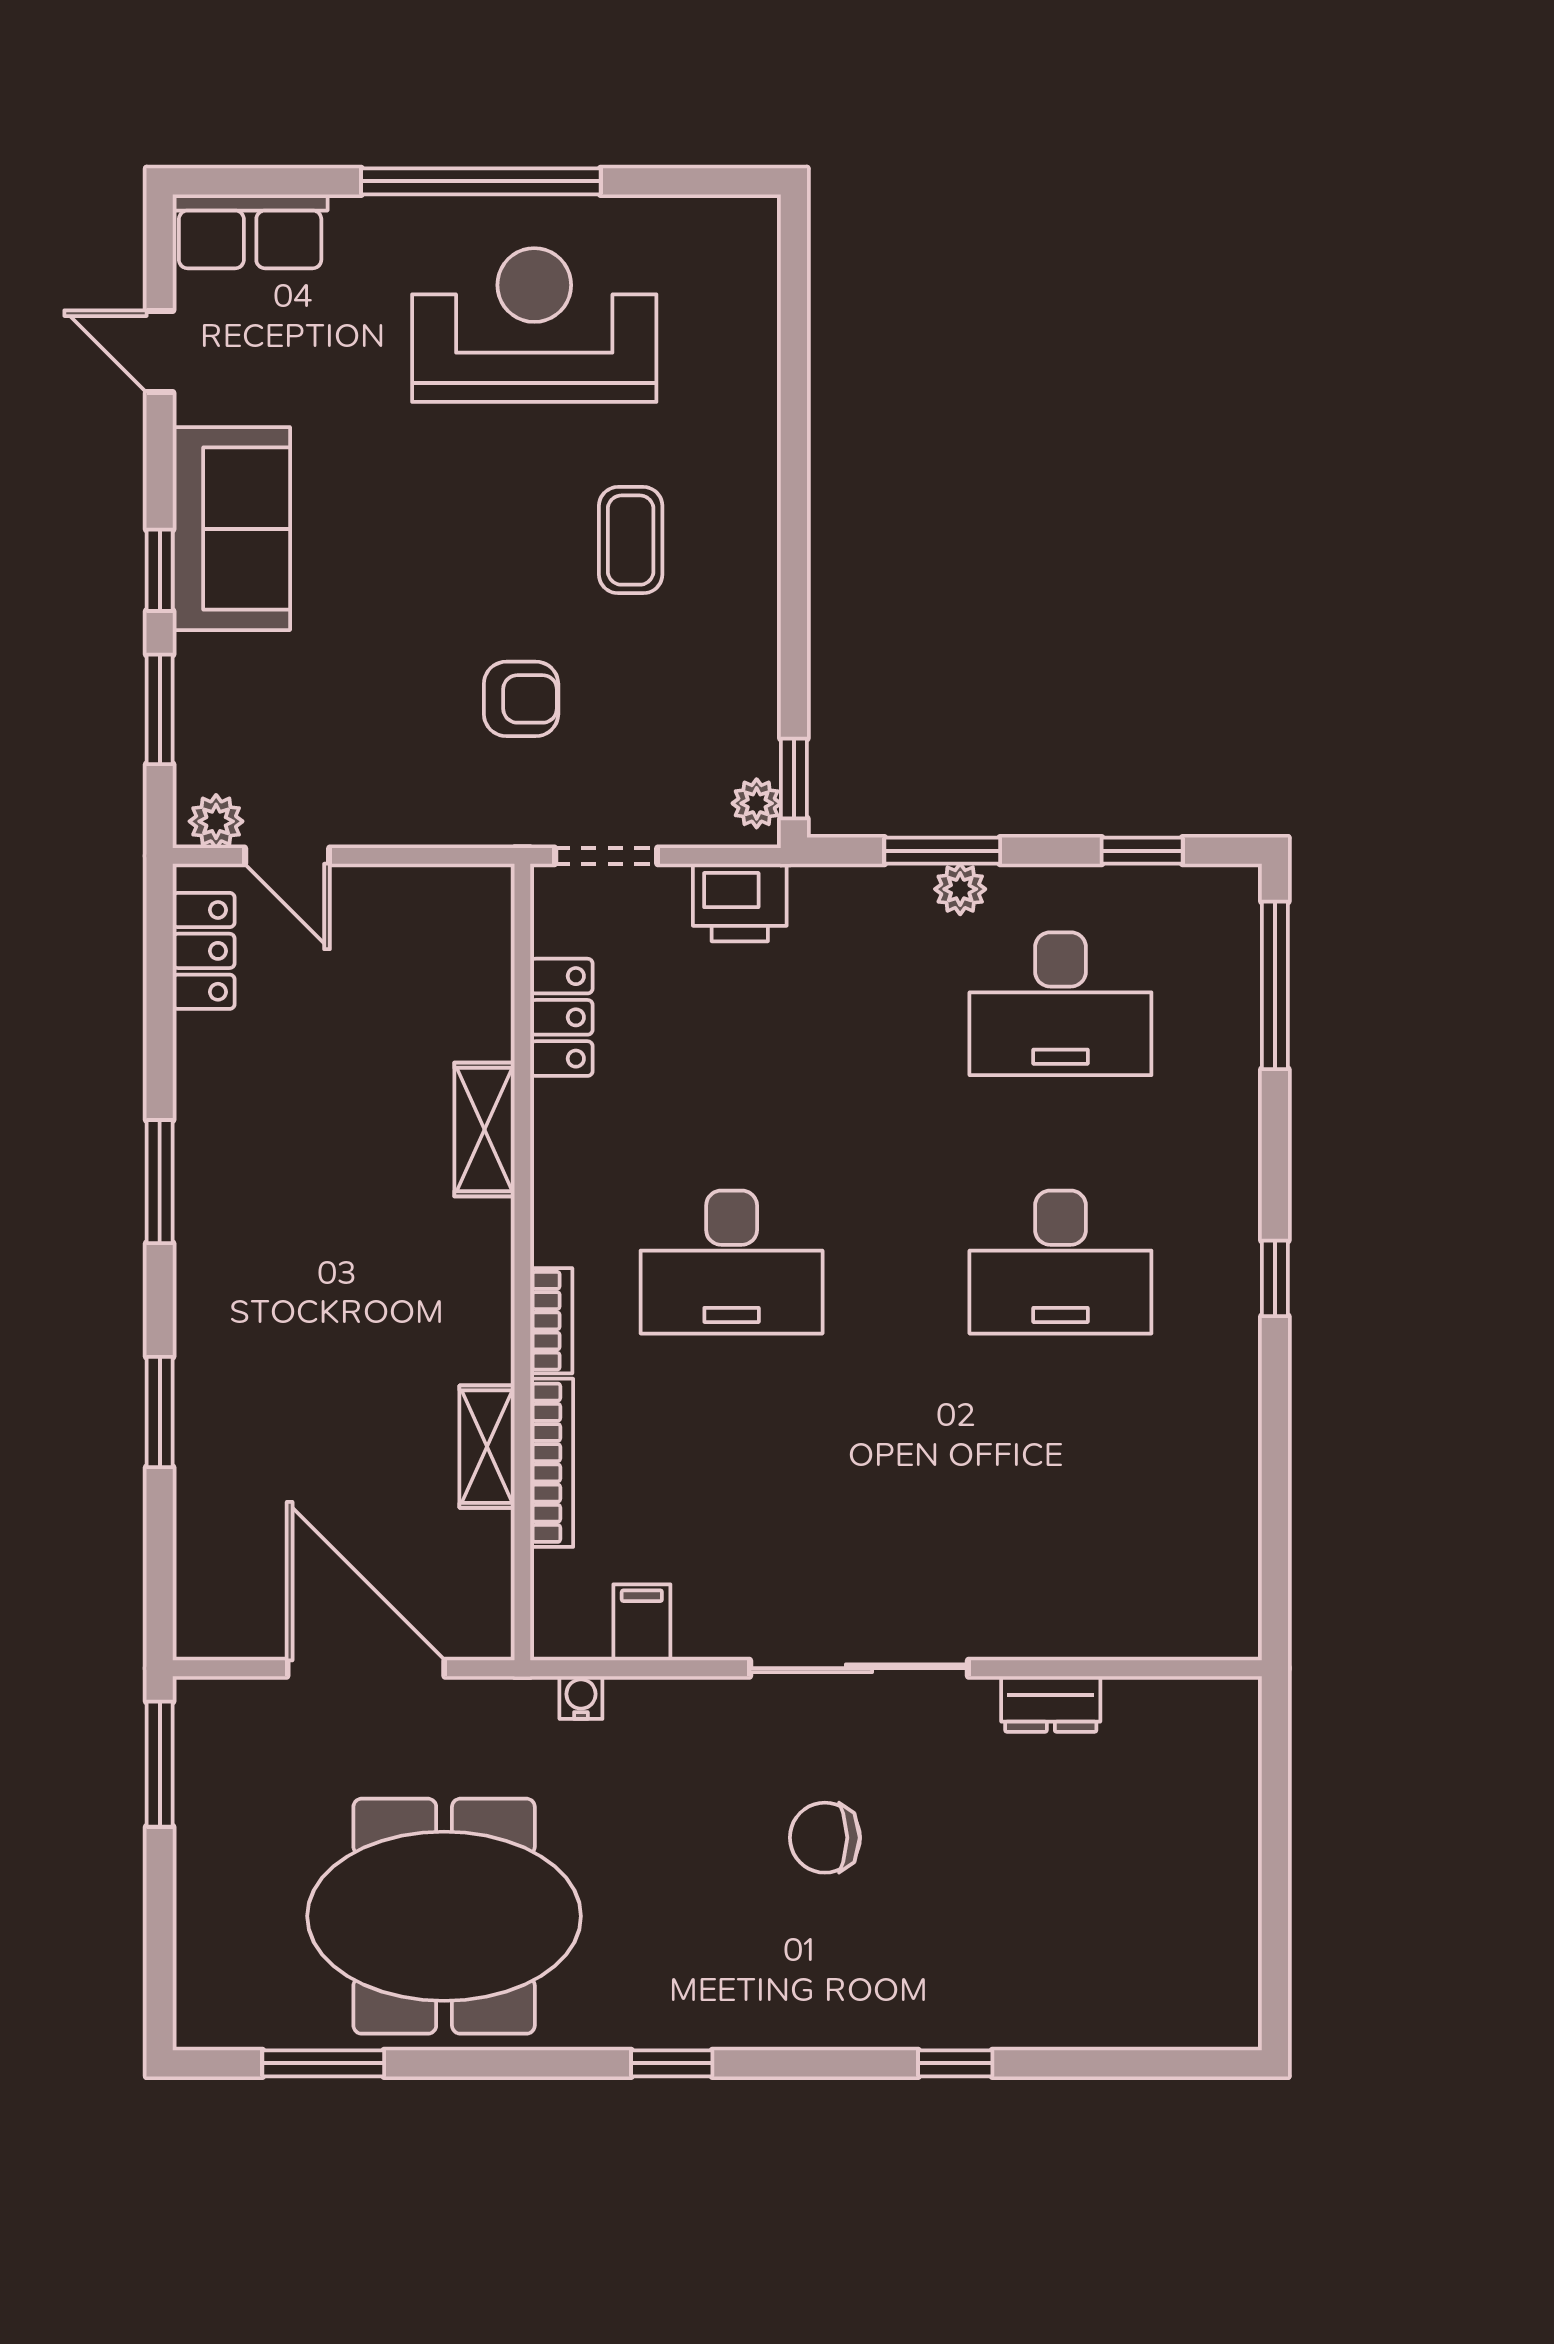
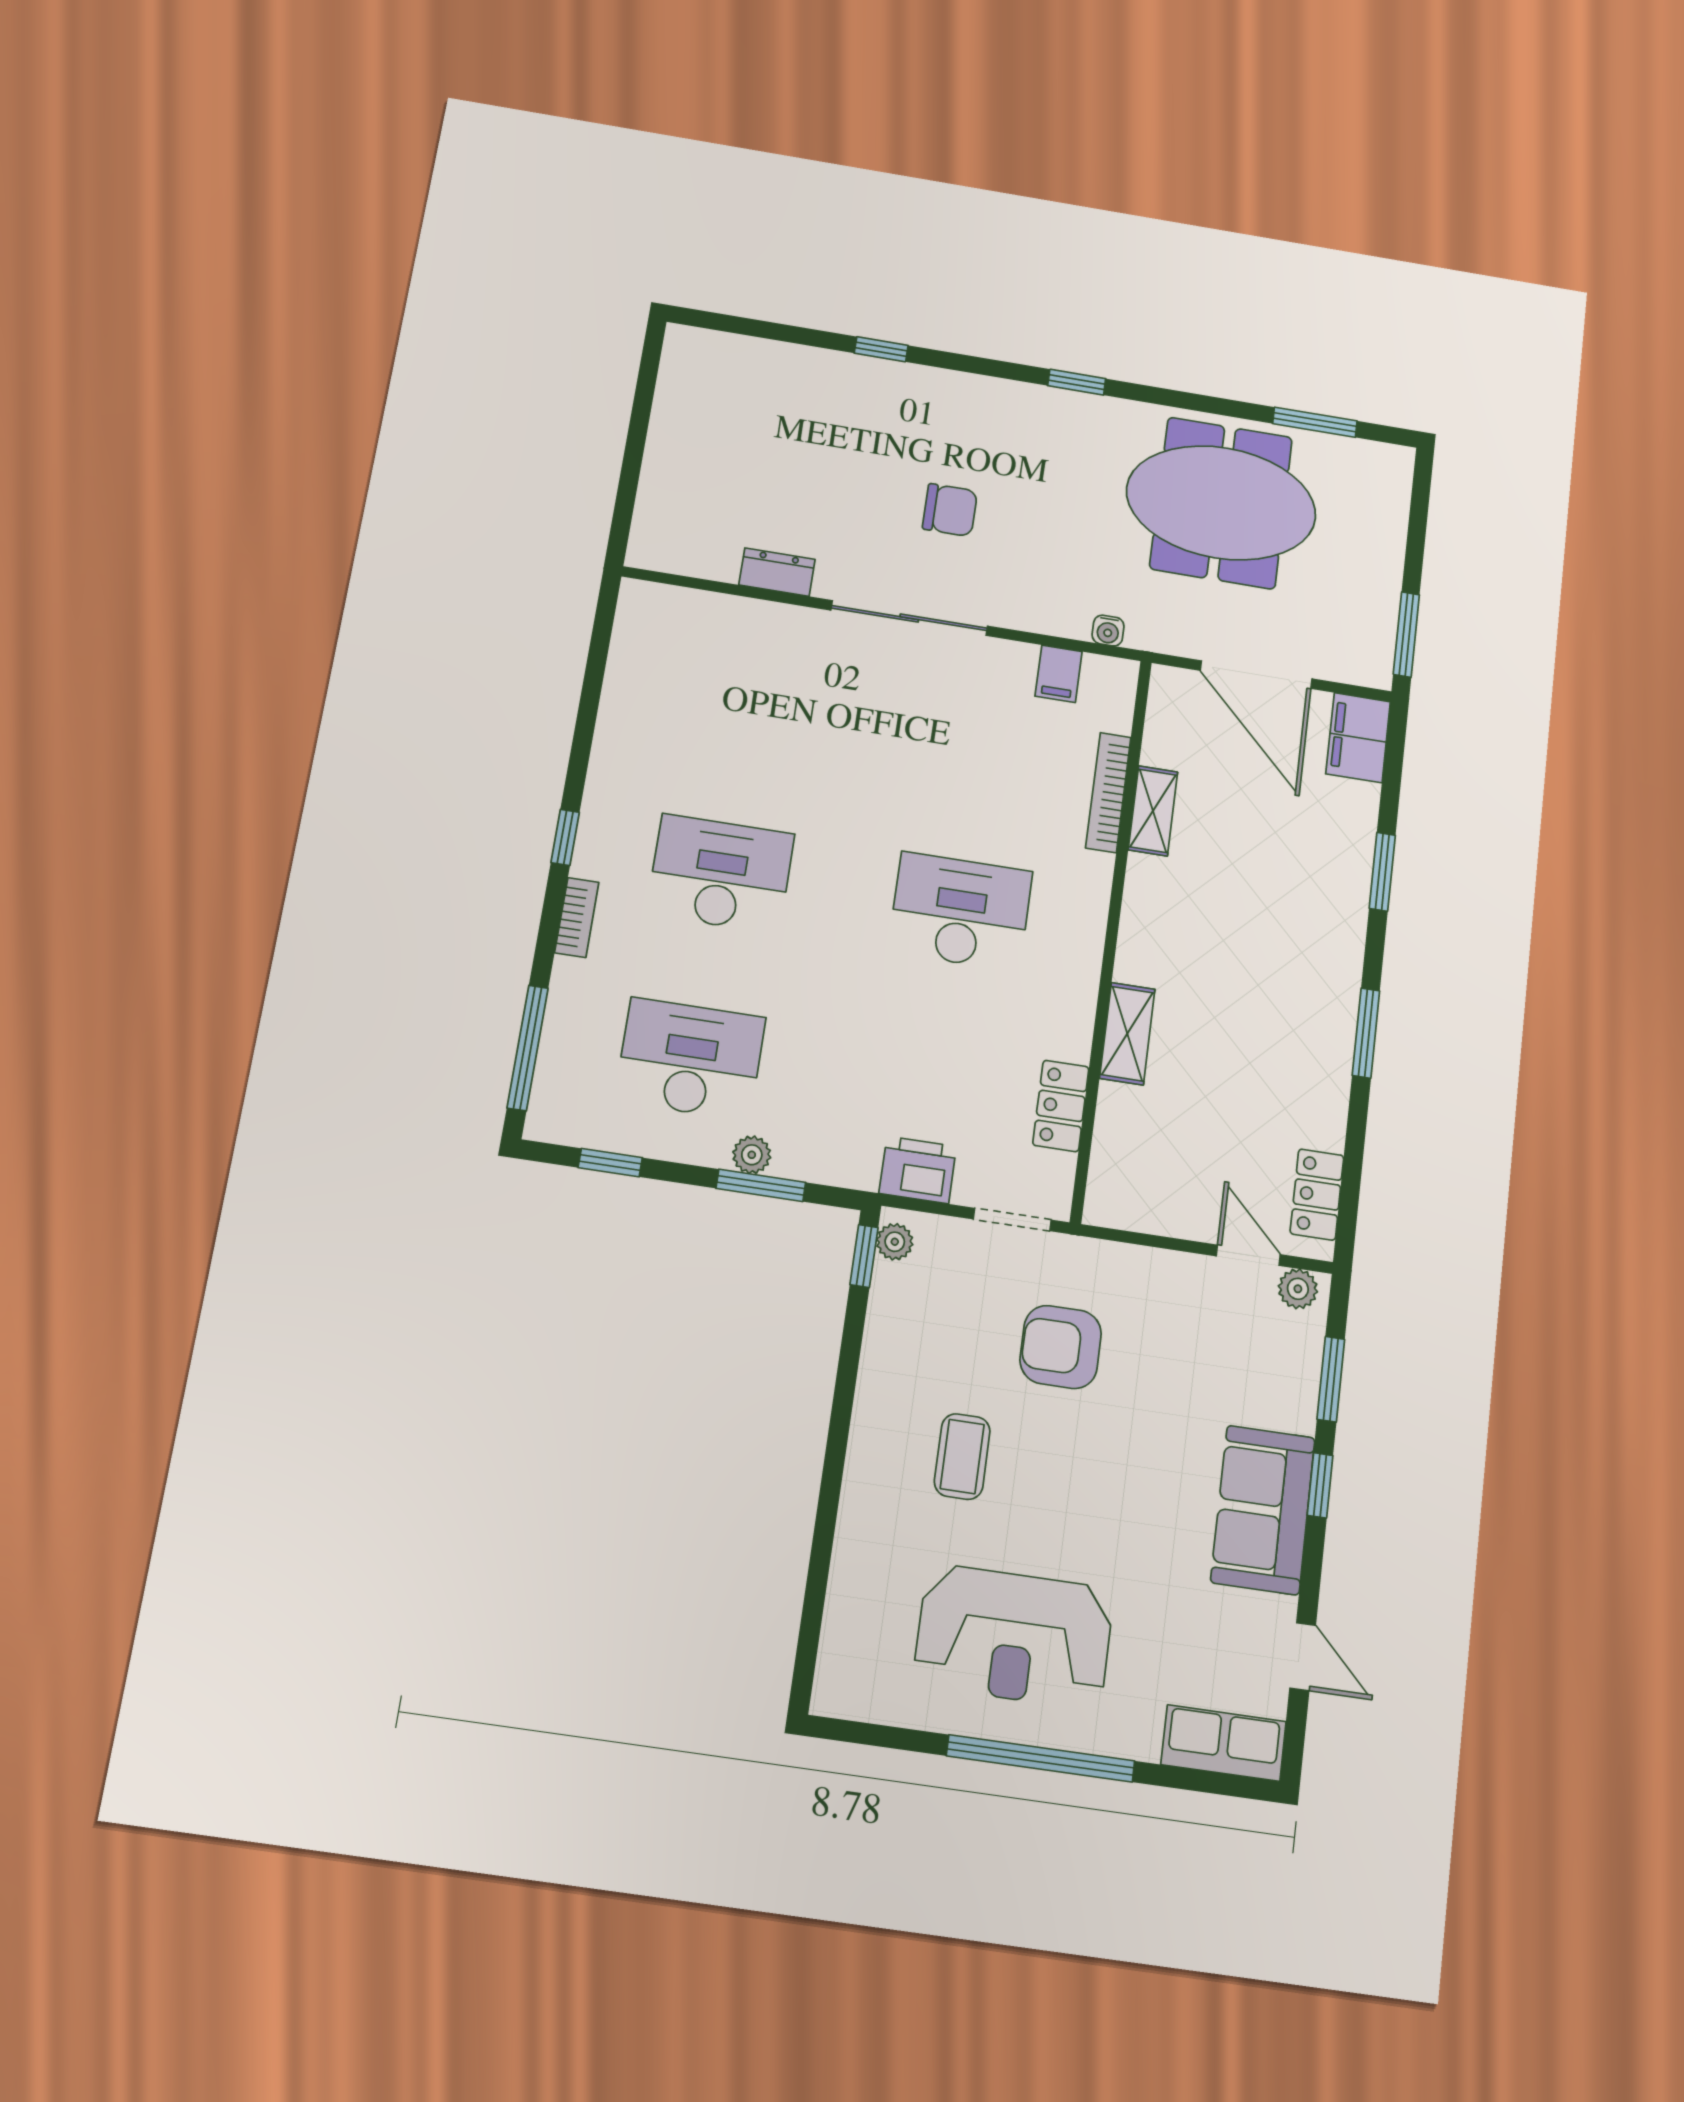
armchair: (521, 699) -> (1061, 1347), width x1.38, depth x1.38
bookcase: (551, 1321) -> (577, 917), moved, turned 180
filing cabinet: (213, 1600) -> (1358, 738), added

